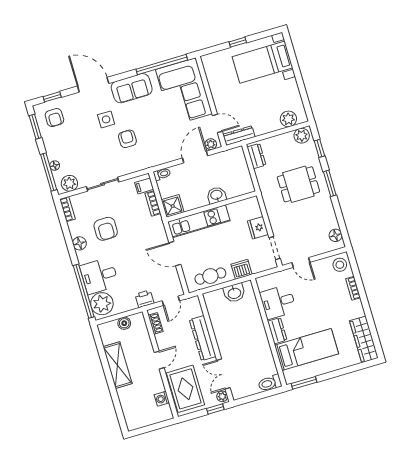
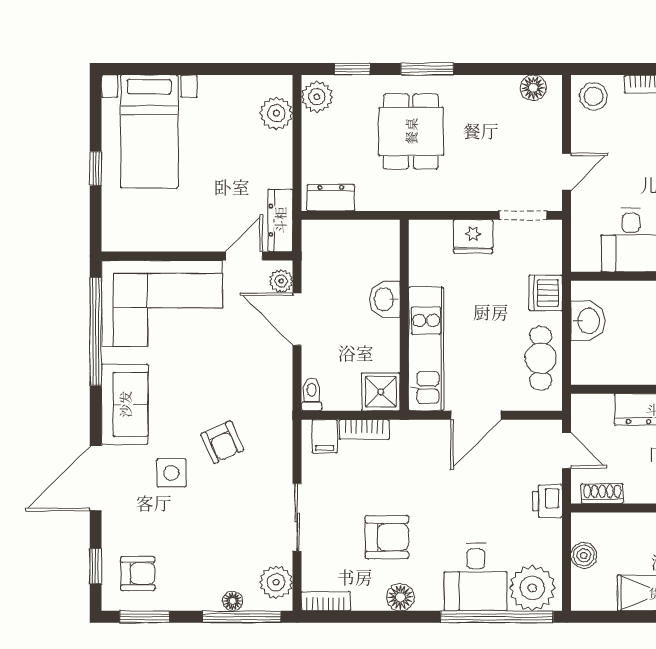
armchair: (127, 139) -> (222, 442), turned -114

